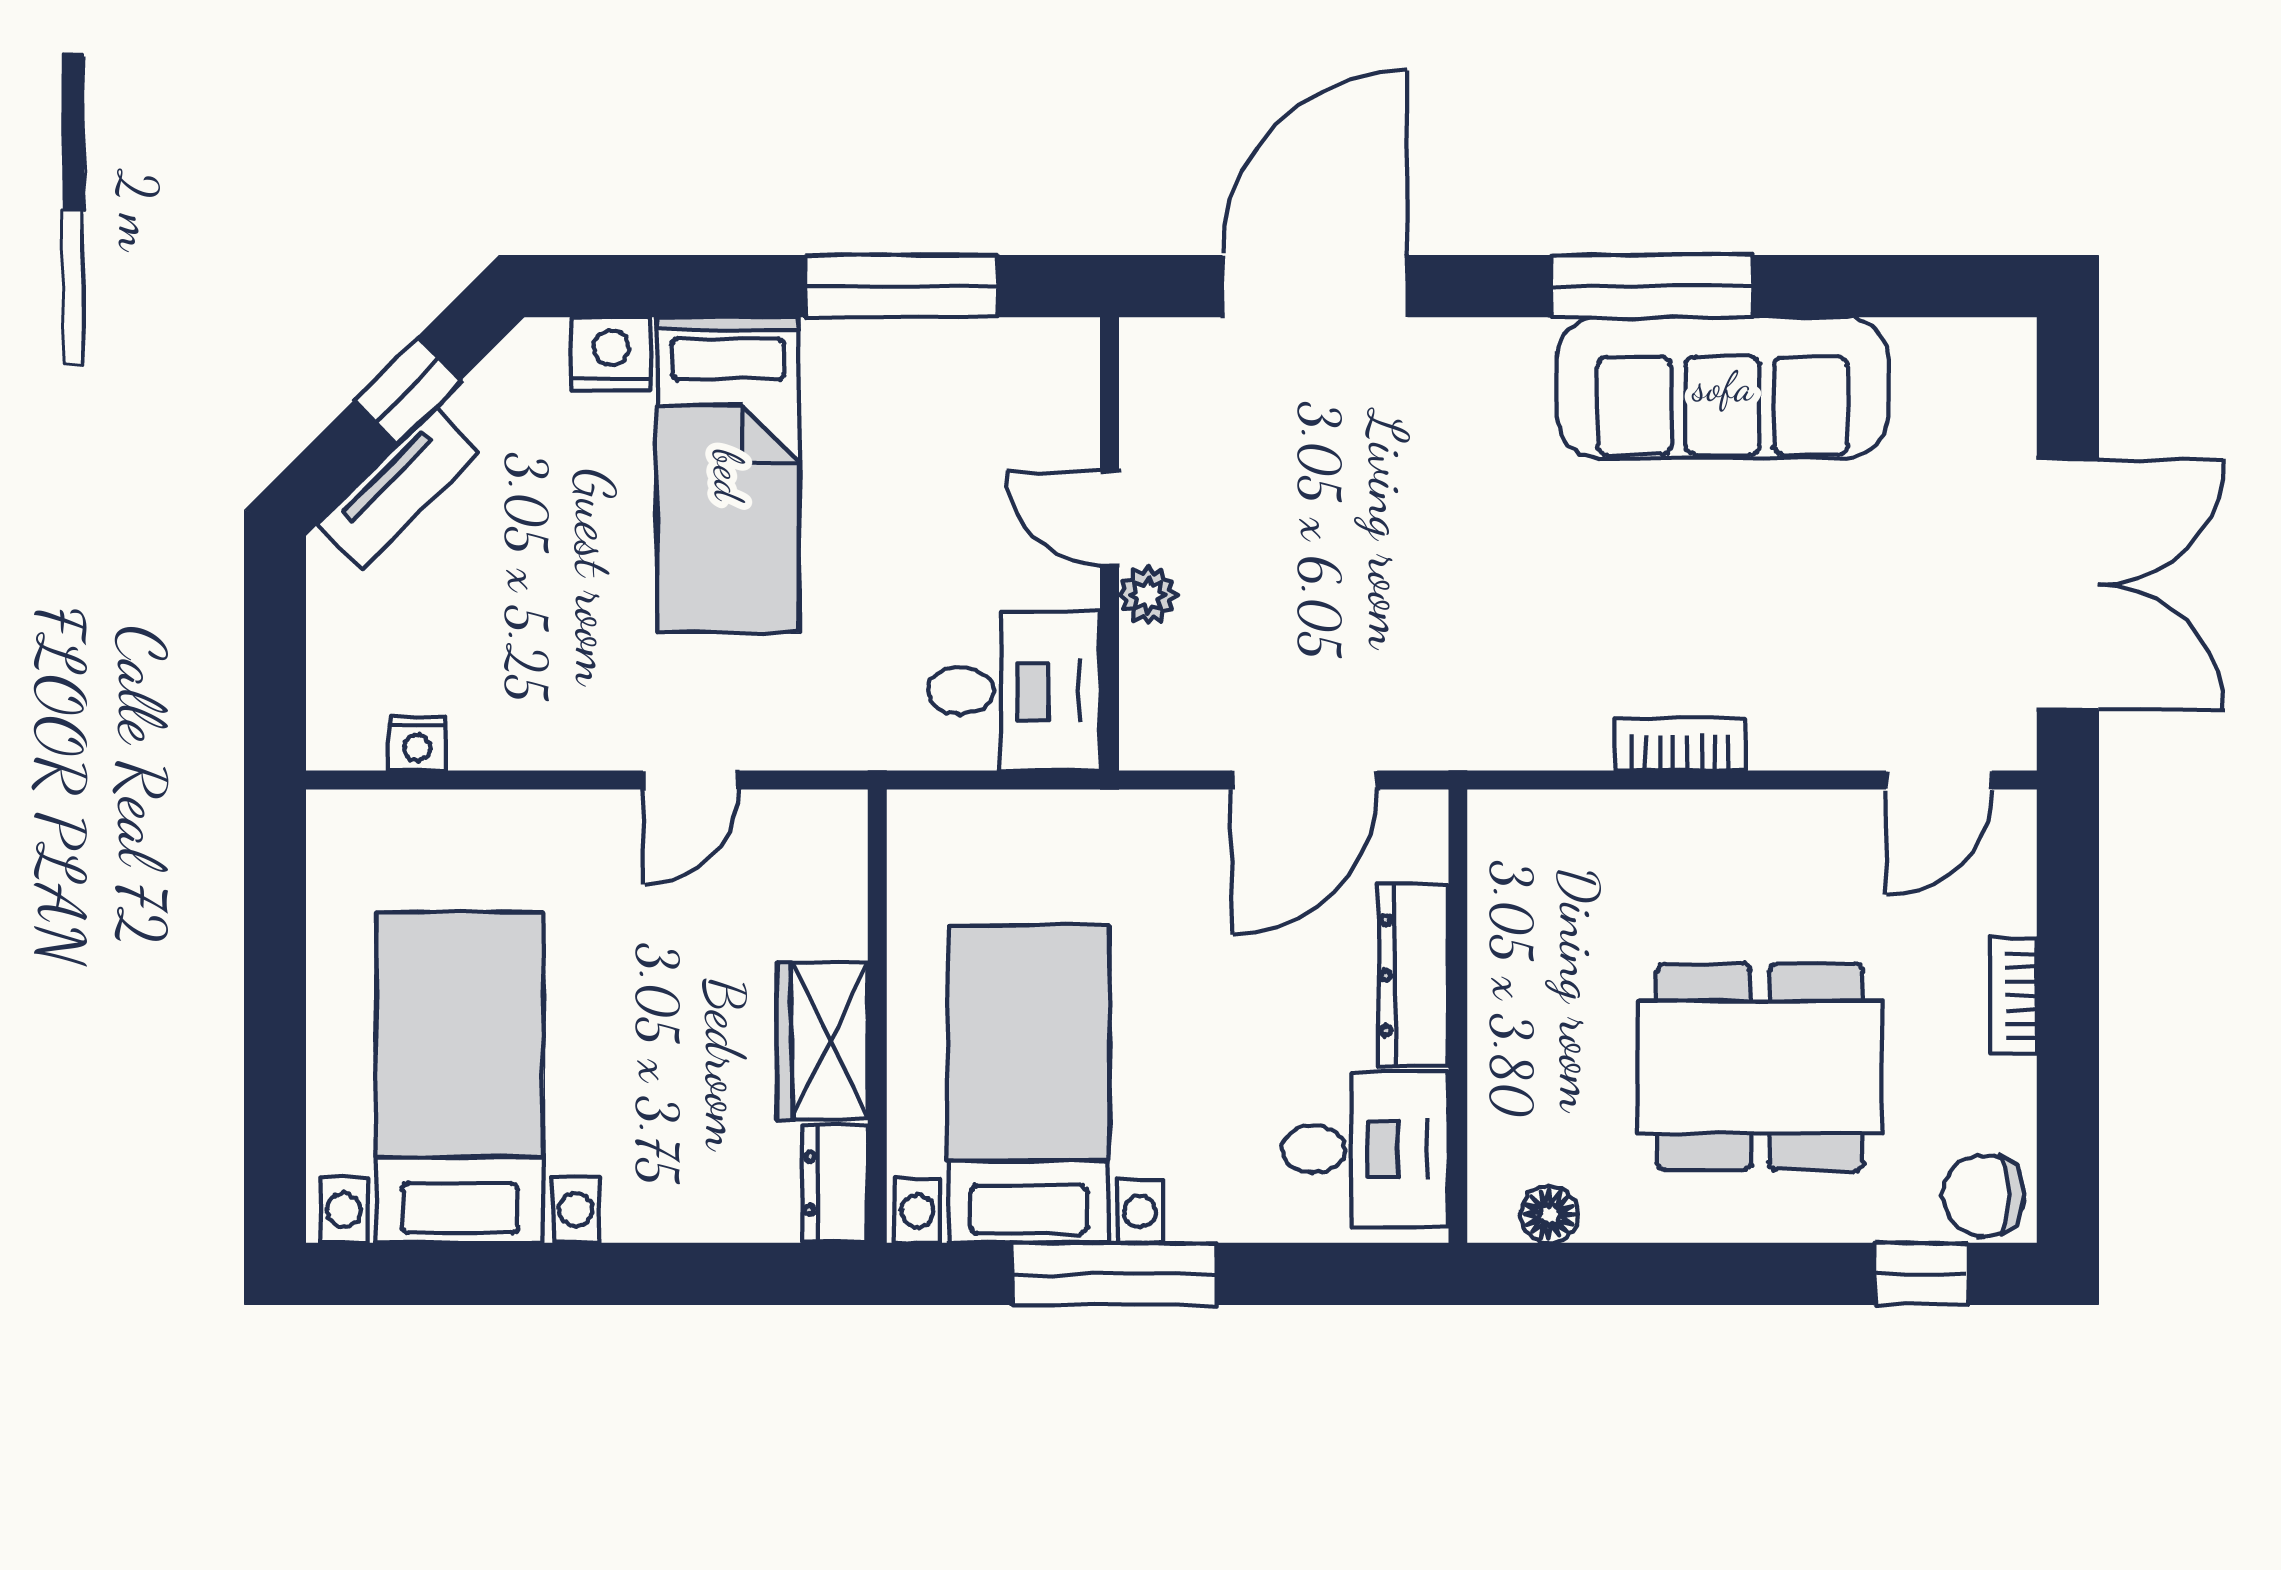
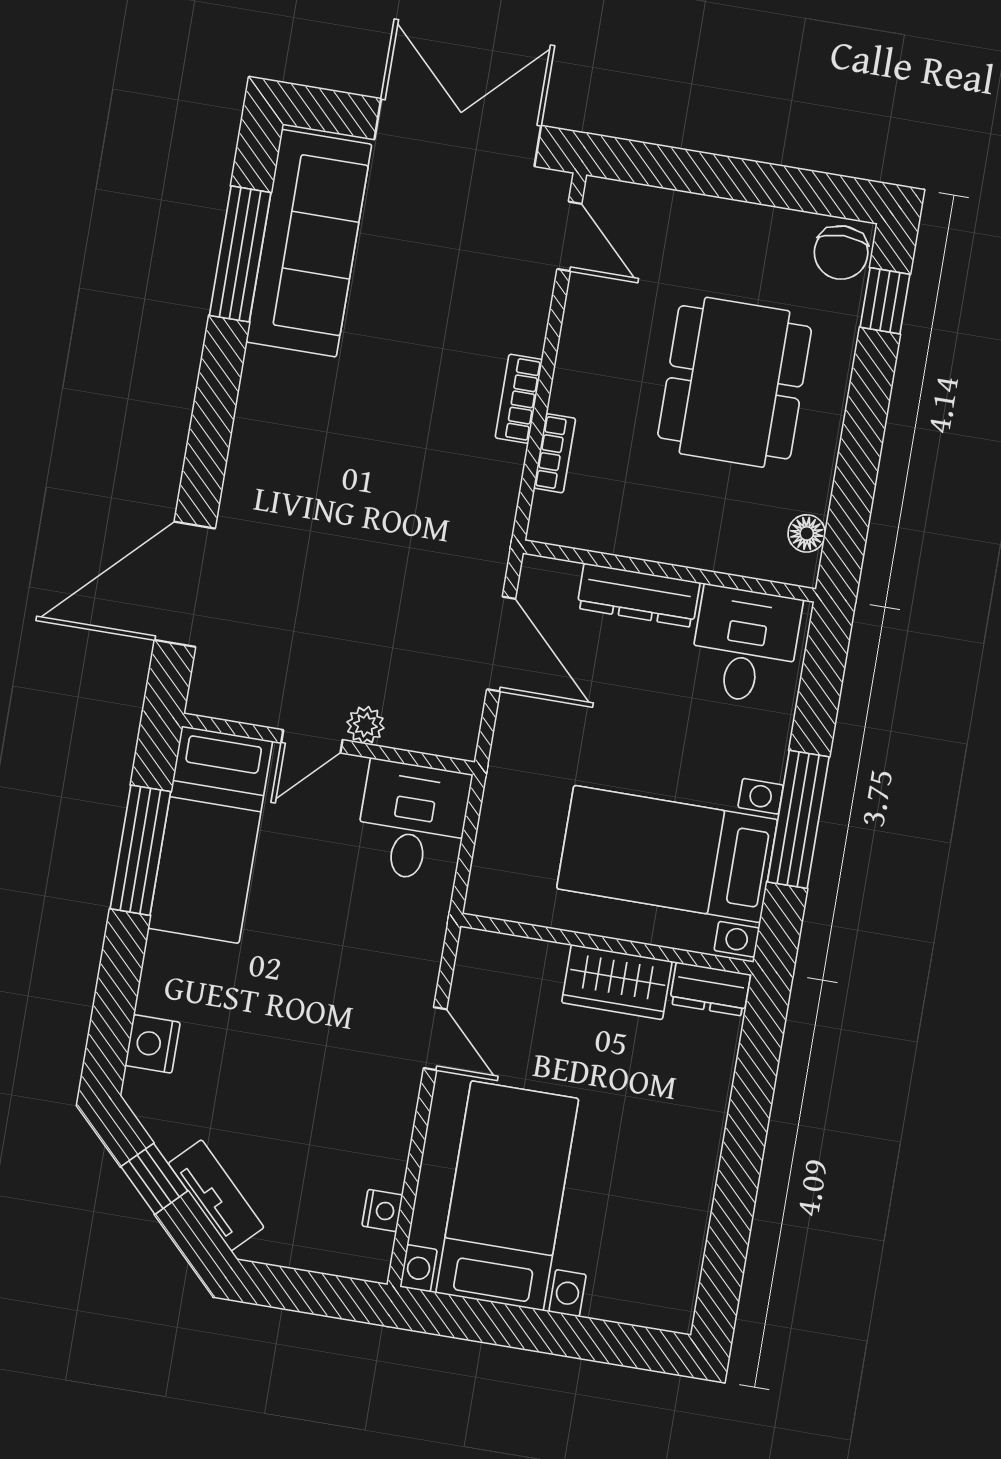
door: (1315, 286) -> (185, 584), hinge flipped
window: (1652, 286) -> (240, 254), moved
sofa: (1723, 387) -> (309, 243), moved
bed: (728, 475) -> (210, 835), moved, turned 90
bookcase: (2014, 996) -> (555, 453), moved, turned -90
bed with nightstands: (460, 1078) -> (507, 1196), moved, turned 90

